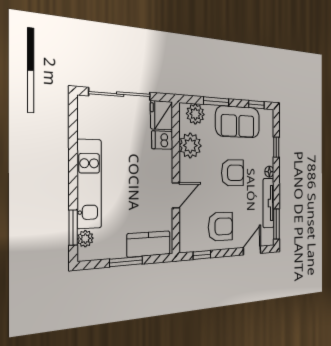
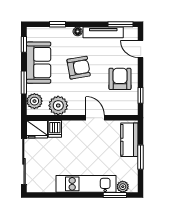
armchair: (232, 173) -> (79, 68), turned 80

